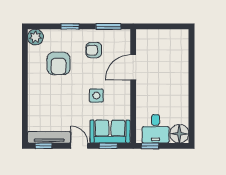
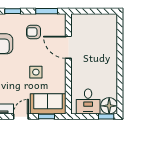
door: (133, 67) -> (68, 47), hinge flipped
door: (79, 146) -> (21, 117), hinge flipped
window: (150, 146) -> (106, 117), moved

